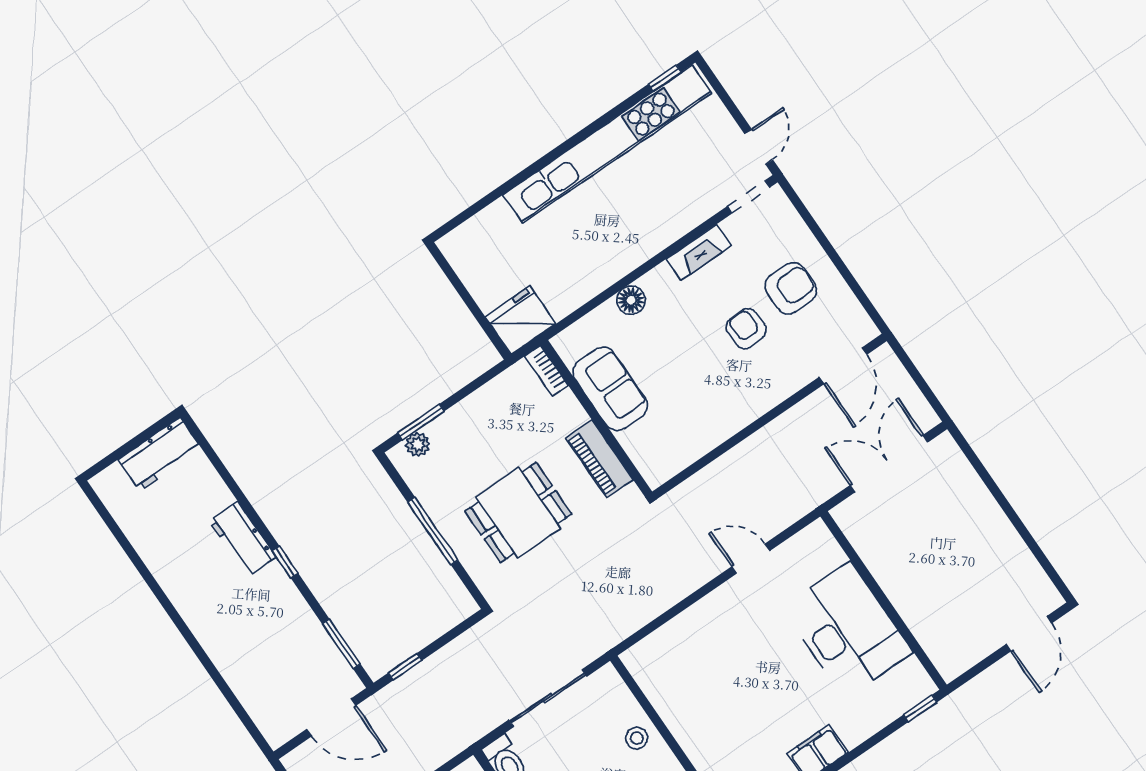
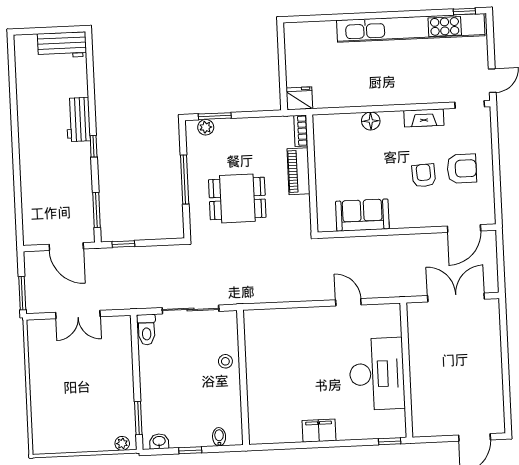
fridge: (521, 320) -> (299, 98), width x0.73, depth x0.75
sofa: (610, 389) -> (362, 215), moved, turned -90
piano: (599, 459) -> (298, 171), moved

